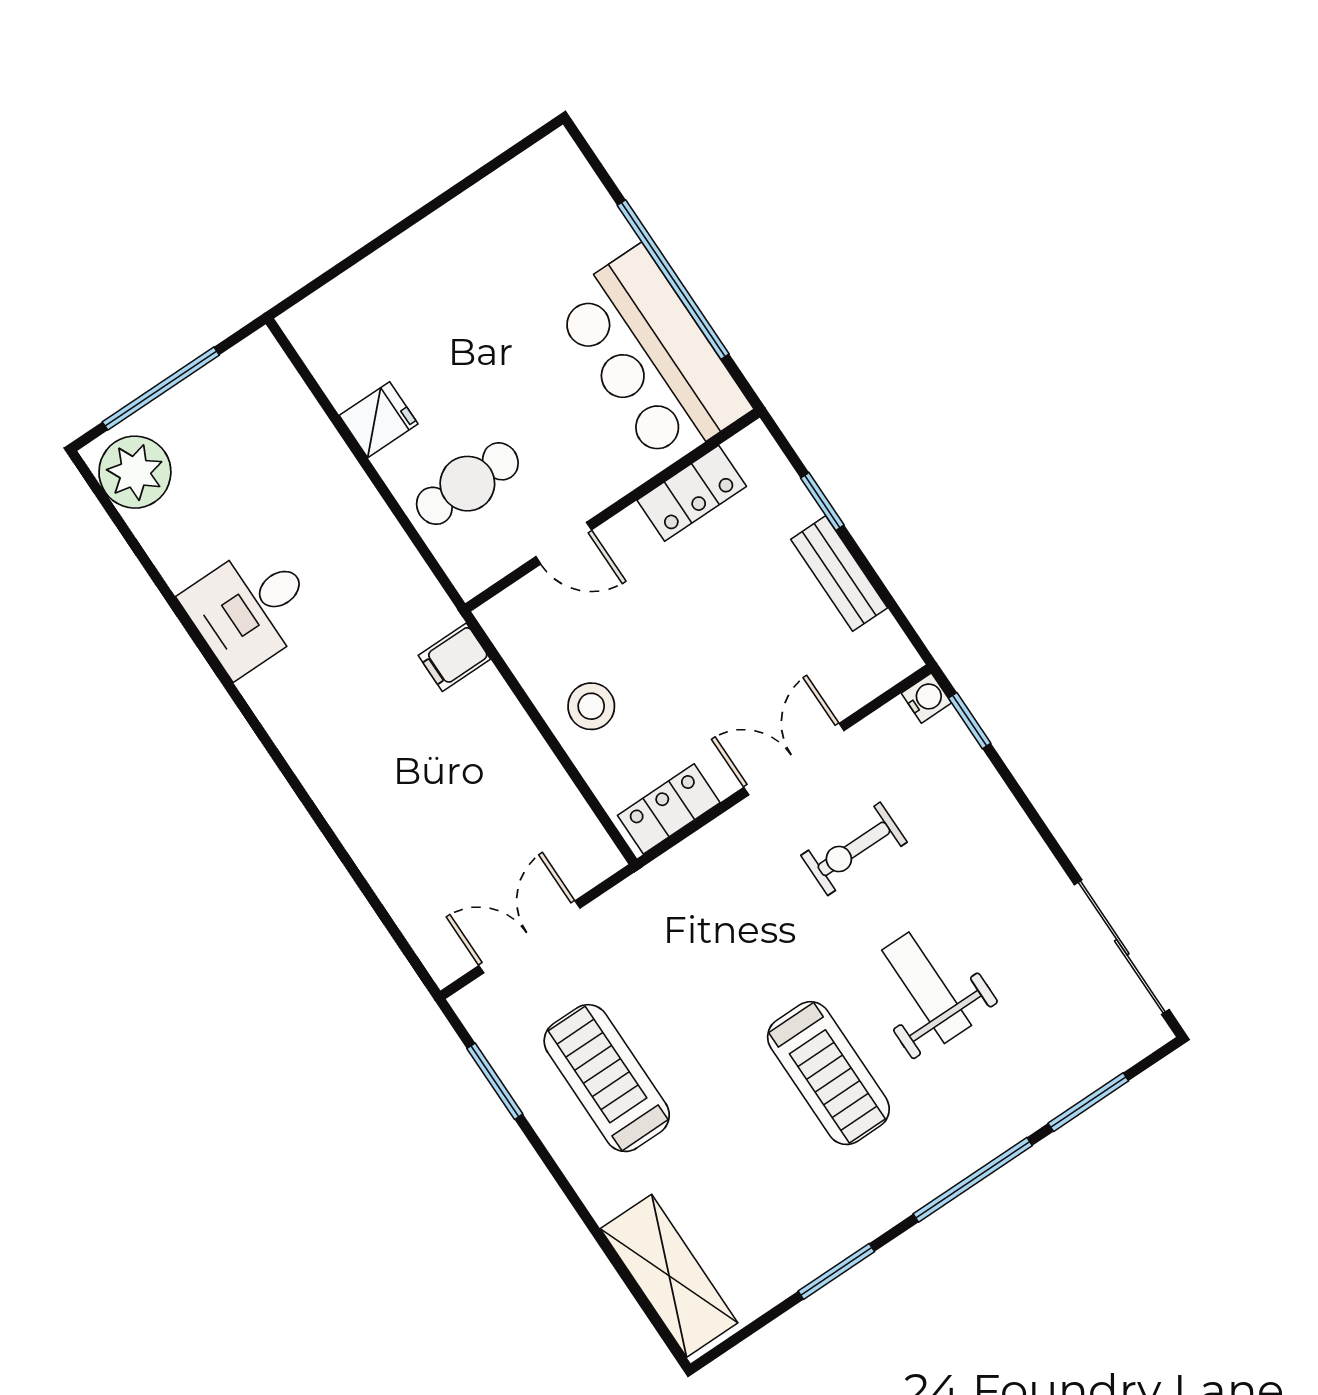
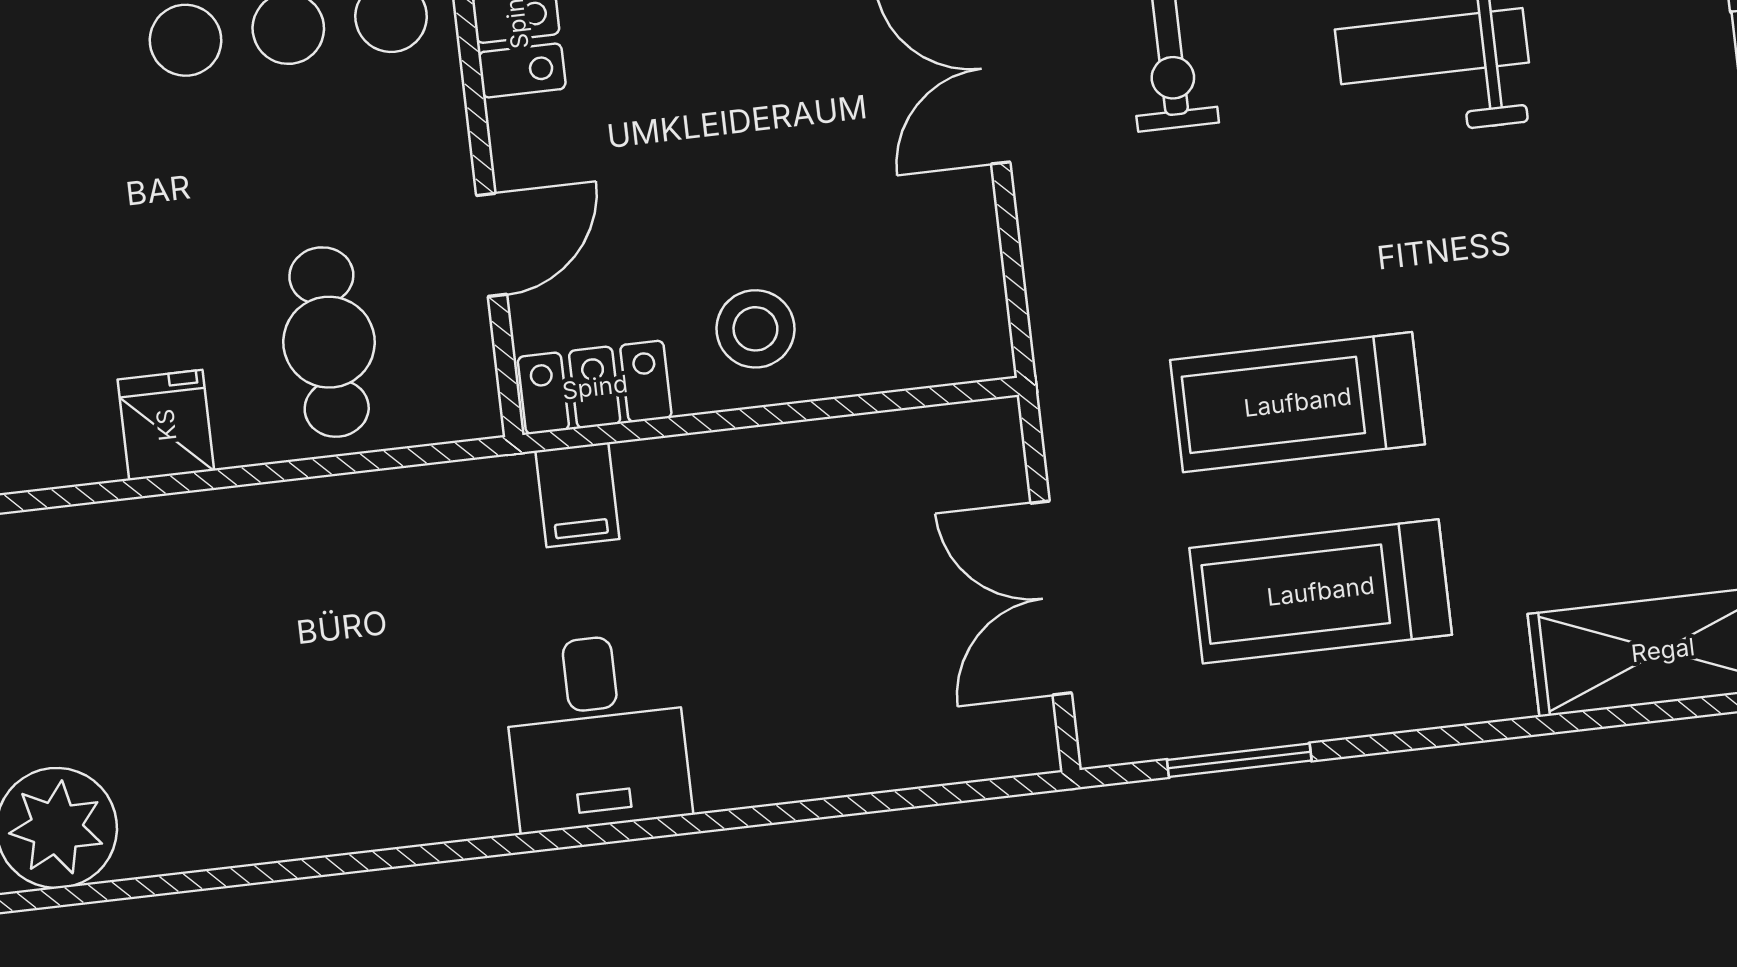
desk: (251, 608) -> (596, 732), moved
locker: (669, 809) -> (595, 387), moved, turned 90
treadmill: (828, 1073) -> (1298, 402), moved, turned 180

